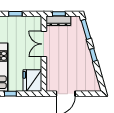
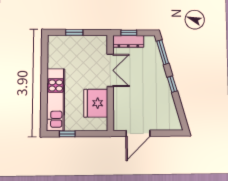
double door: (44, 44) -> (110, 70), swing flipped
fridge: (32, 81) -> (96, 103), moved

